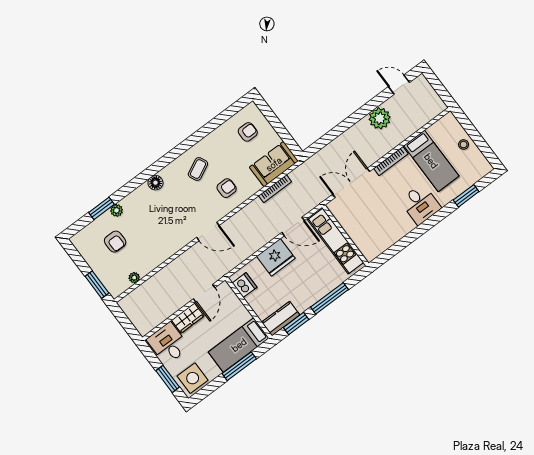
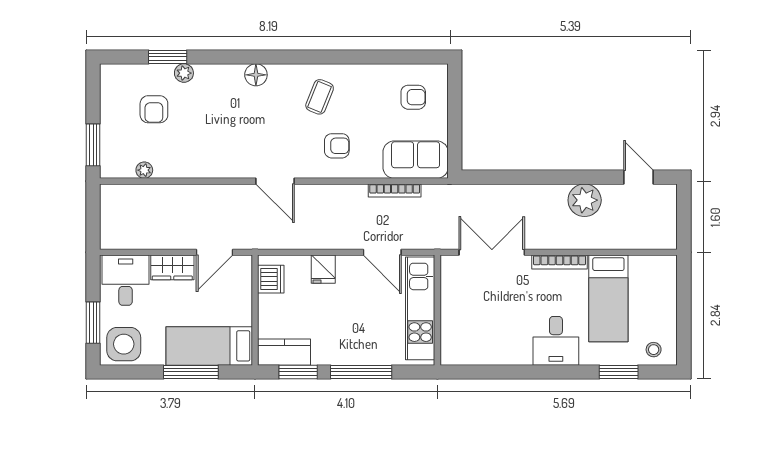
stool: (464, 145) -> (654, 350), moved
coffee table: (198, 169) -> (320, 97), turned -42
fridge: (276, 257) -> (323, 269), width x0.53, depth x0.75

